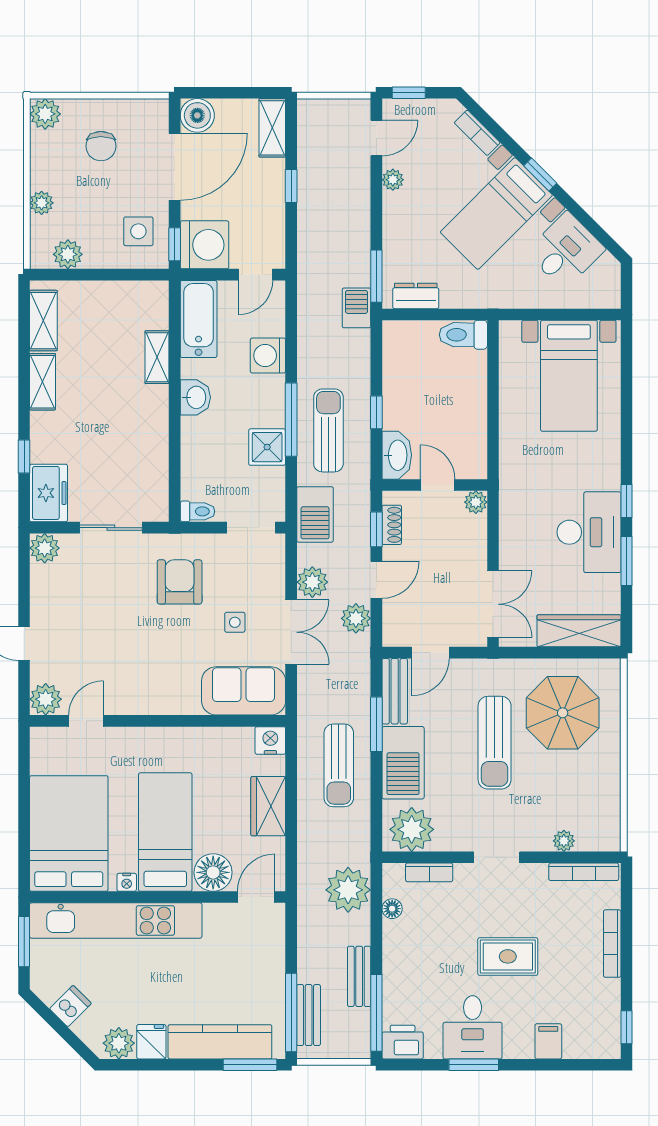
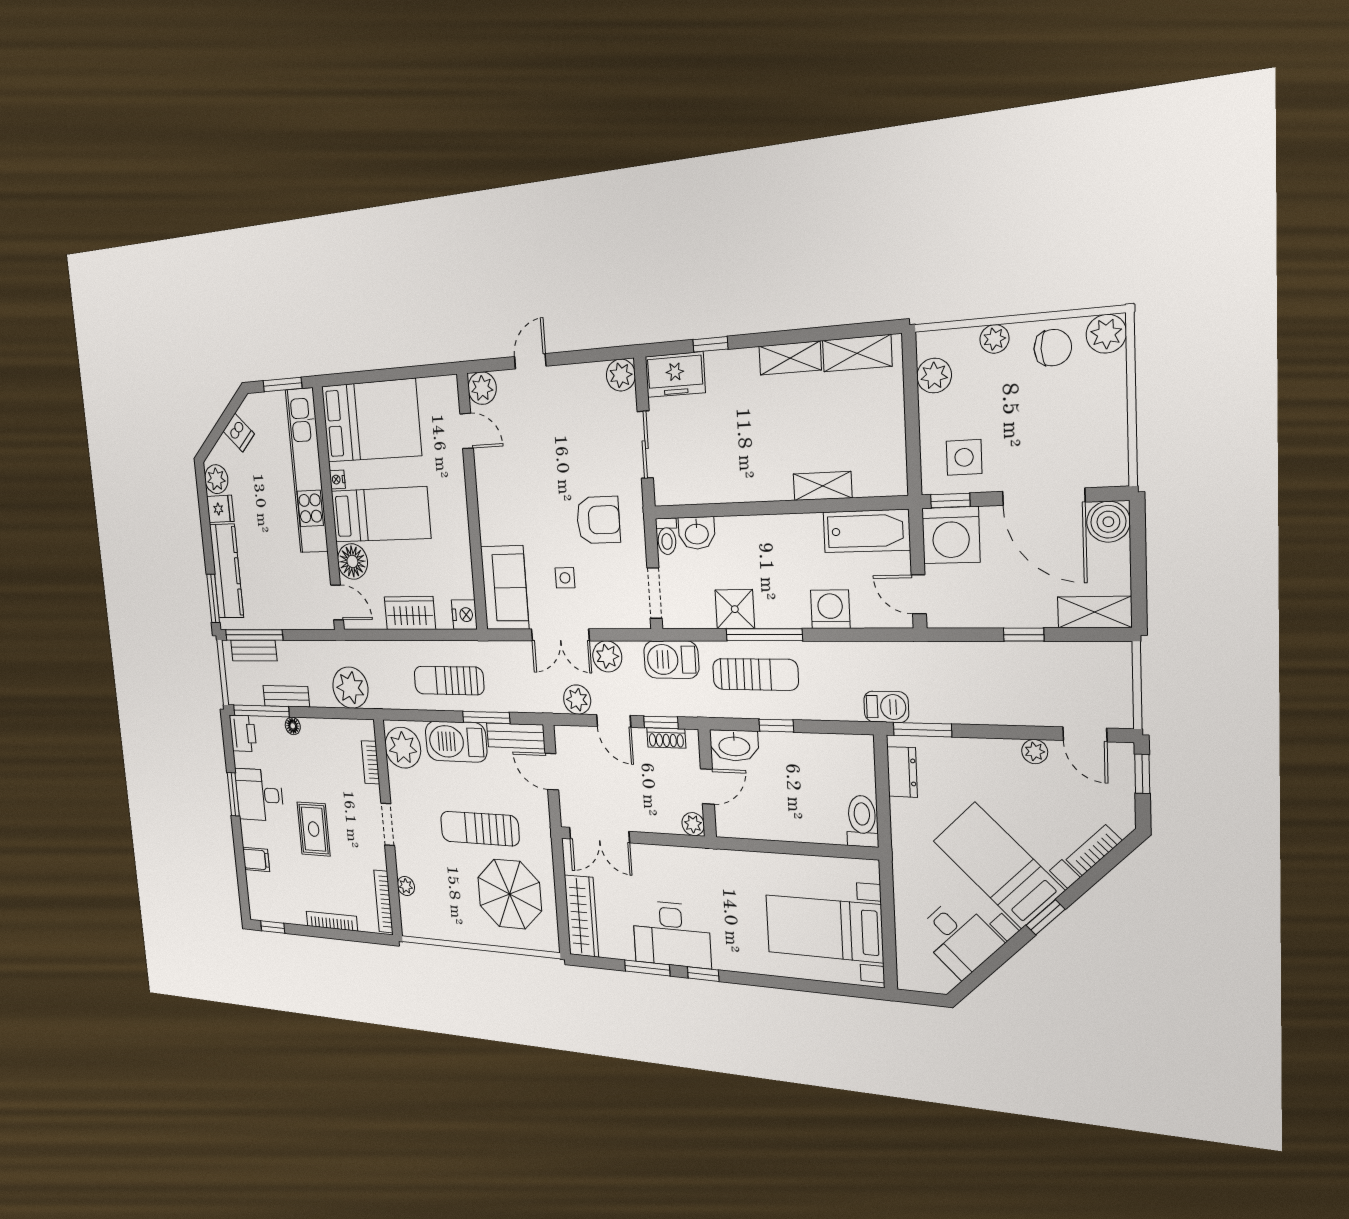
chair: (101, 146) -> (1053, 348), moved, turned 180
washbasin: (195, 397) -> (697, 533), moved
floor lamp: (392, 909) -> (293, 726), moved

